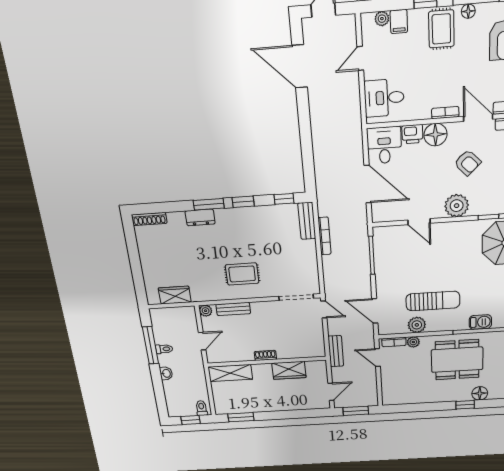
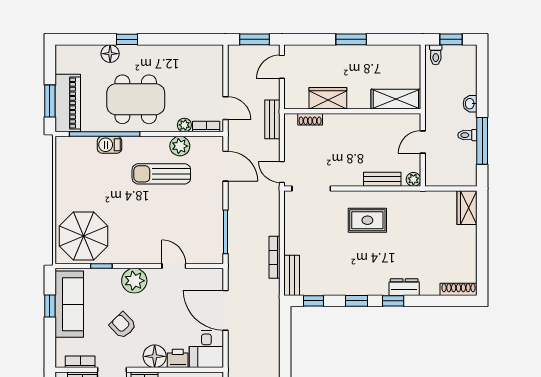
window: (209, 204) -> (393, 301), width x0.67
wardrobe: (175, 295) -> (467, 208), moved, turned 90
shoe rack: (265, 355) -> (310, 119), moved
window: (241, 417) -> (351, 39), moved

